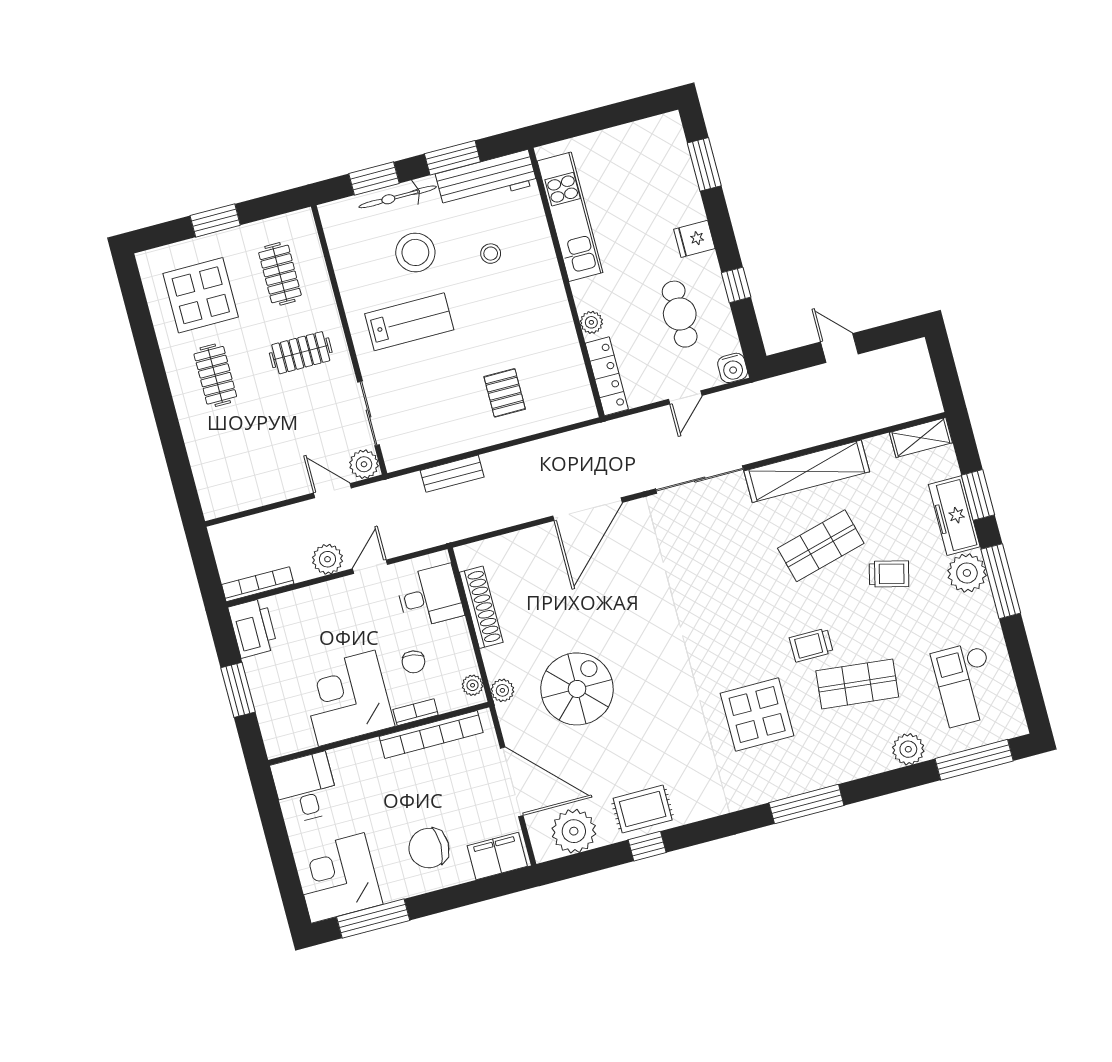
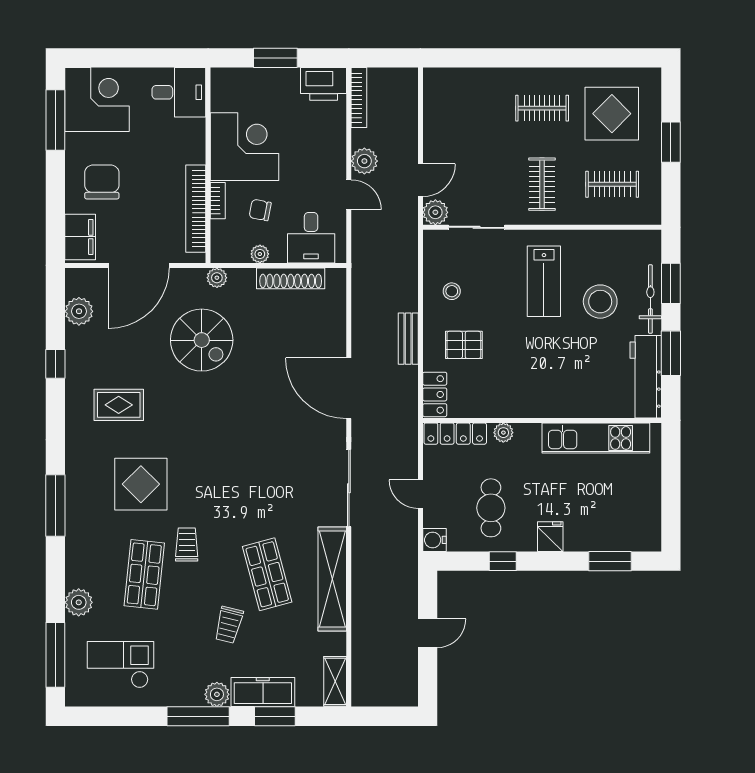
stool: (491, 254) -> (452, 291), moved
cafe table: (680, 314) -> (491, 508), turned 90
locker: (569, 411) -> (435, 394), added
bench: (452, 474) -> (408, 339), moved
plant: (967, 573) -> (217, 694), width x0.73, depth x0.73
plant: (473, 685) -> (260, 254), moved
rug: (643, 809) -> (119, 405), moved, turned 90
plant: (574, 831) -> (79, 311), width x0.73, depth x0.73

